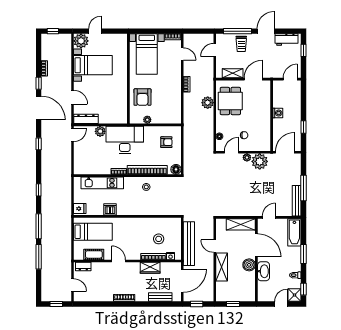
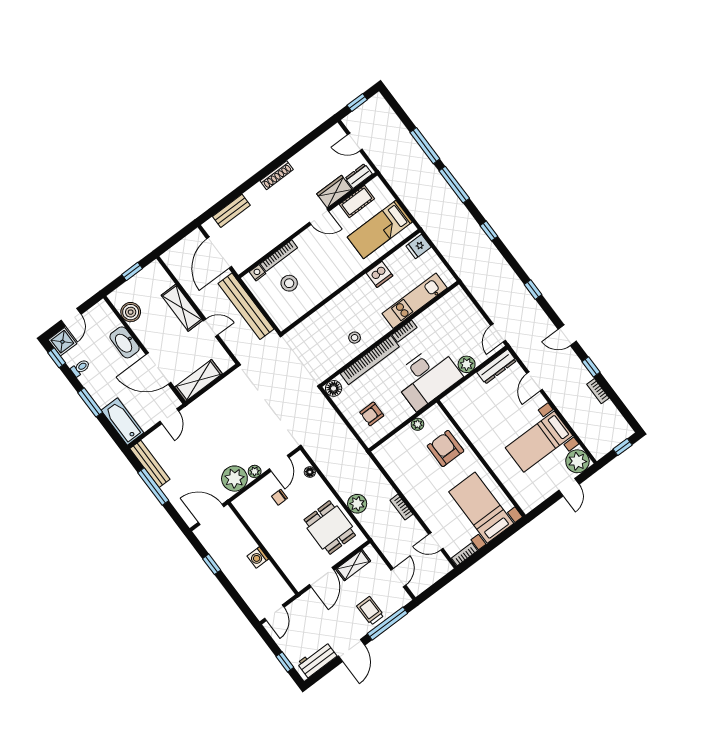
door: (72, 97) -> (535, 381), hinge flipped
door: (39, 108) -> (567, 335), width x0.53
door: (285, 152) -> (211, 514), swing flipped
boiler: (249, 265) -> (131, 312), moved
wardrobe: (150, 268) -> (334, 192), moved
window: (197, 304) -> (178, 237), removed

